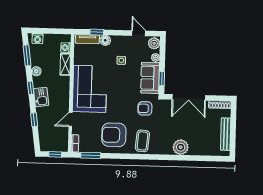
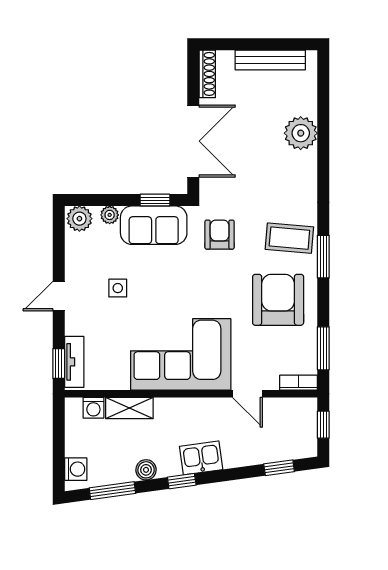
window: (97, 32) -> (59, 363), moved
door: (139, 33) -> (59, 296), moved
floor lamp: (105, 40) -> (76, 323), removed
armchair: (145, 108) -> (220, 235), turned 180
window: (34, 120) -> (279, 468), moved
armchair: (114, 135) -> (278, 300), turned 180
plant: (181, 147) -> (301, 133), moved
window: (133, 156) -> (323, 257), added

